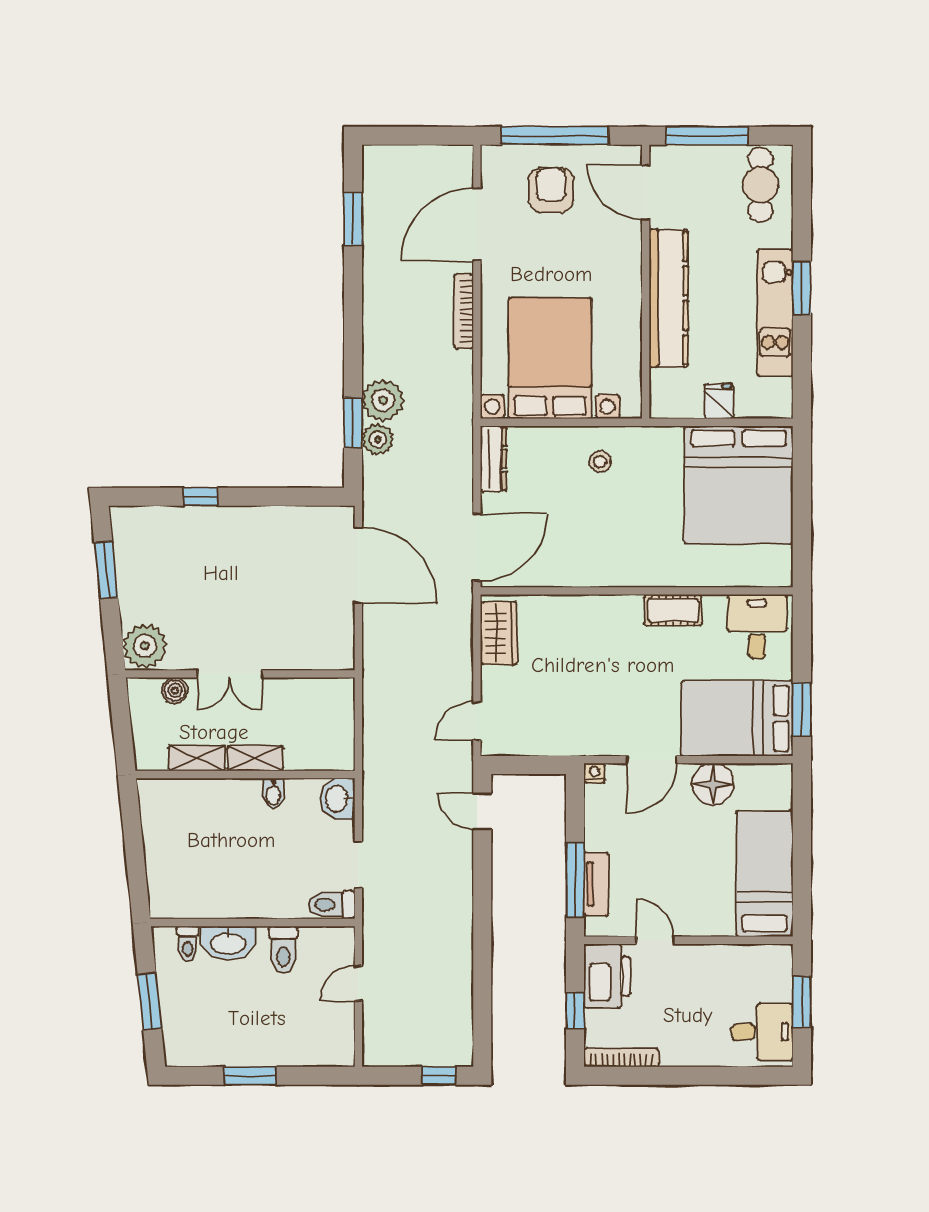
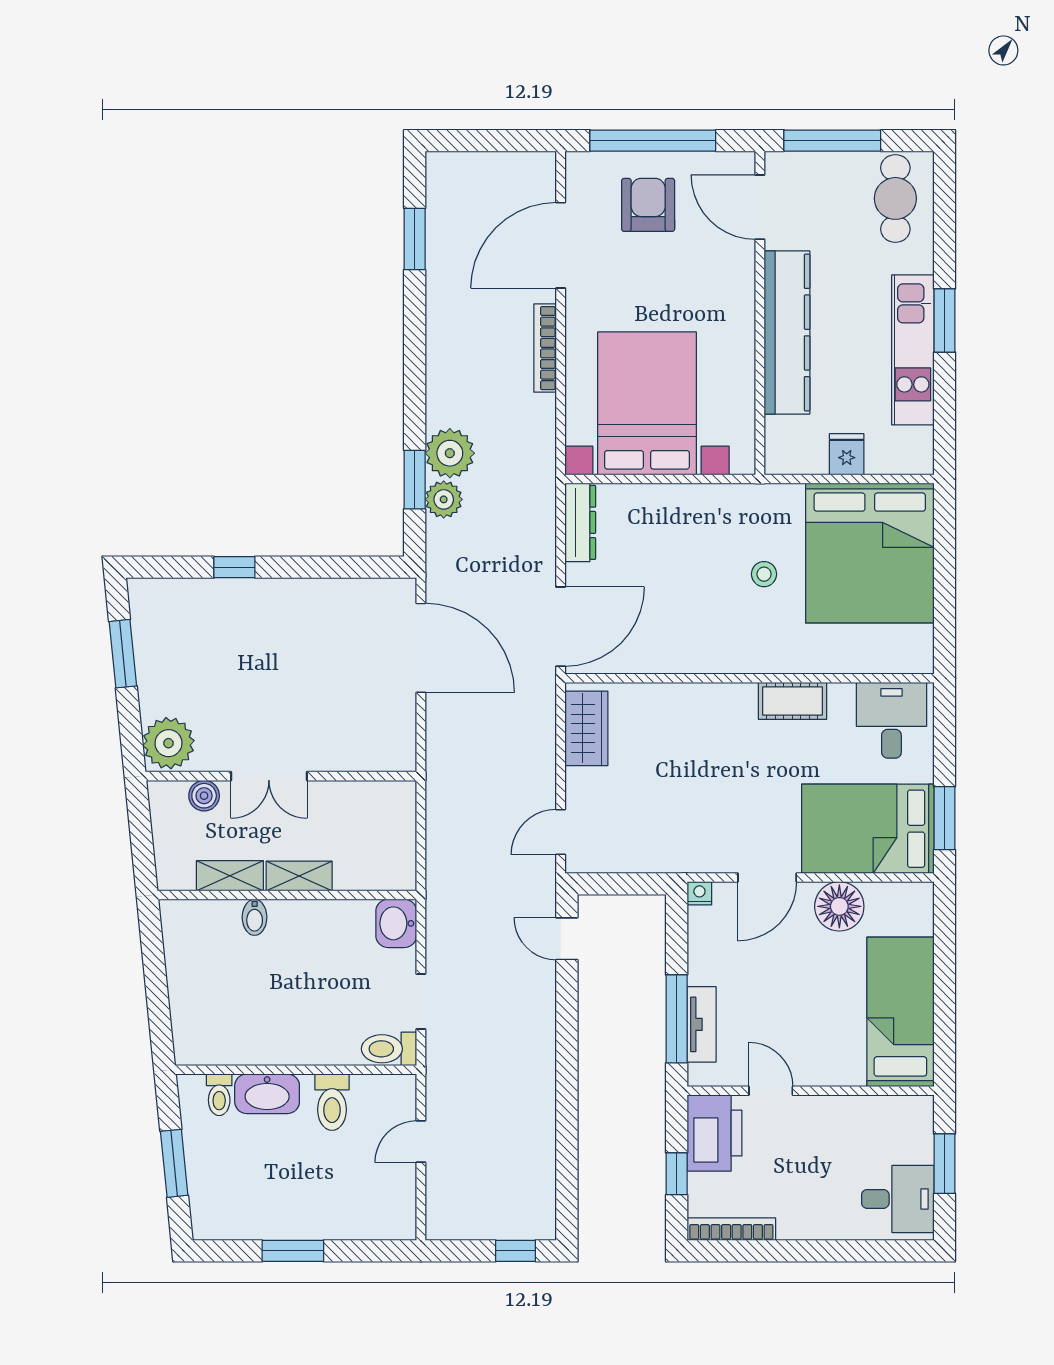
stool: (600, 462) -> (764, 574), moved
bidet: (273, 793) -> (255, 917), moved

